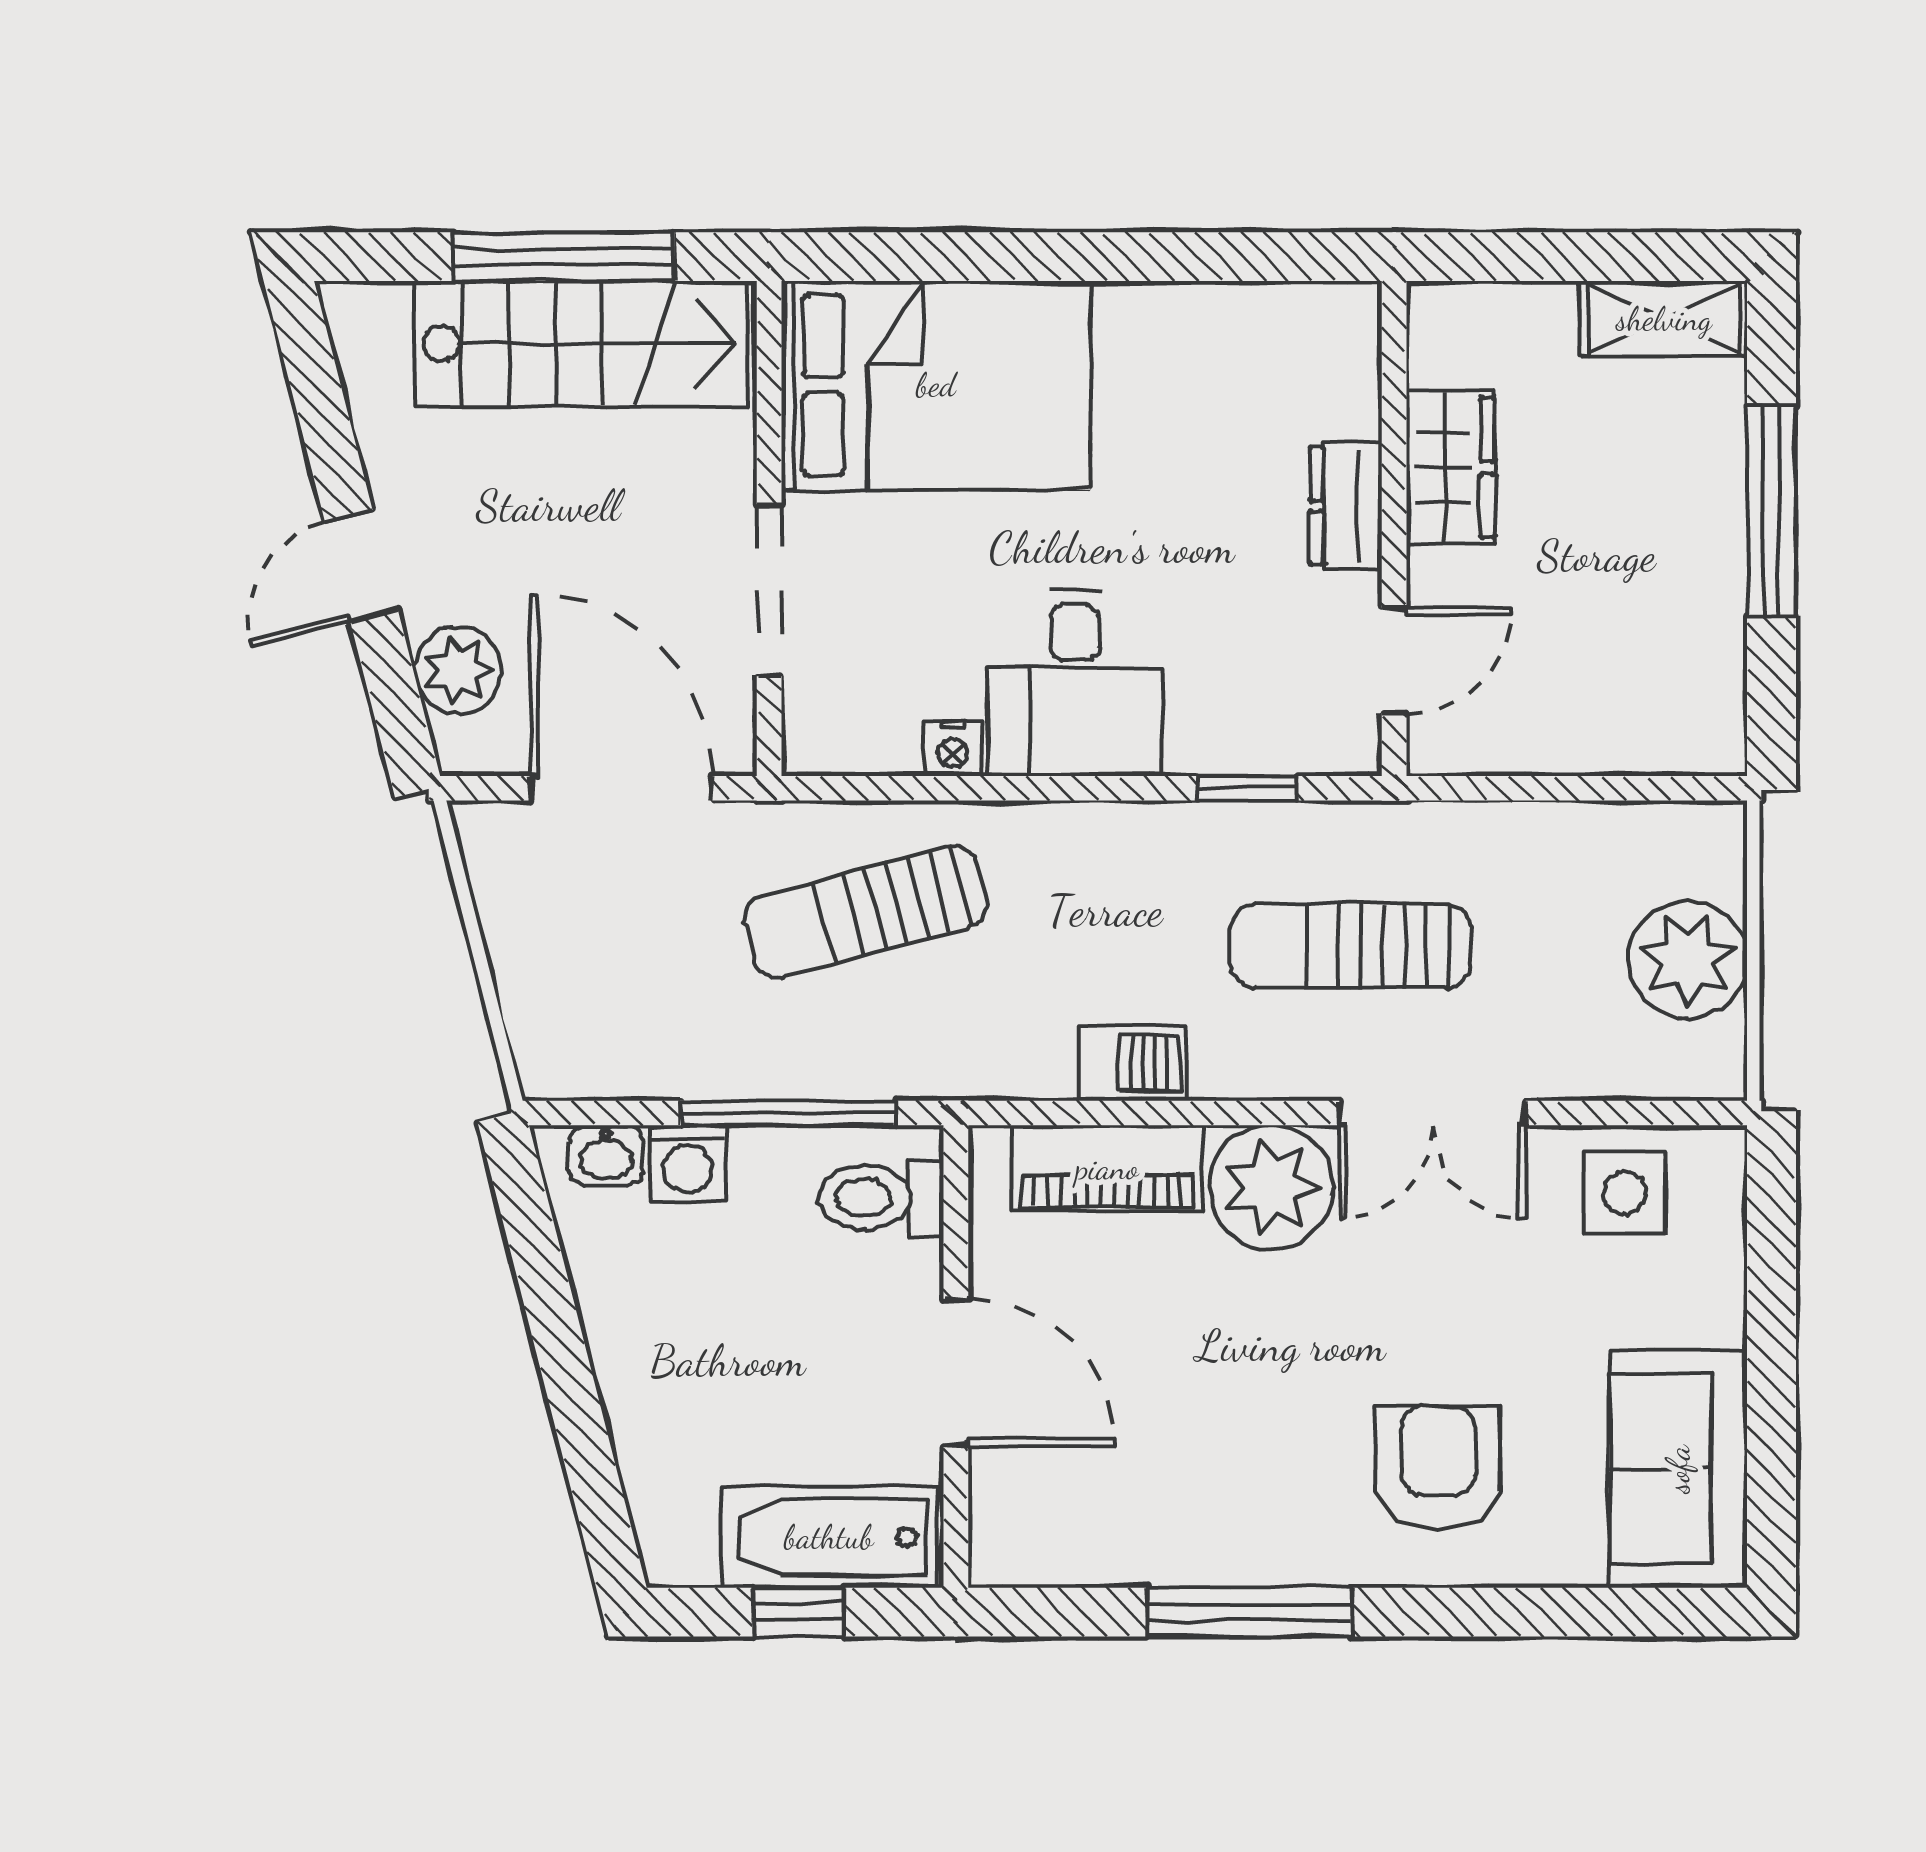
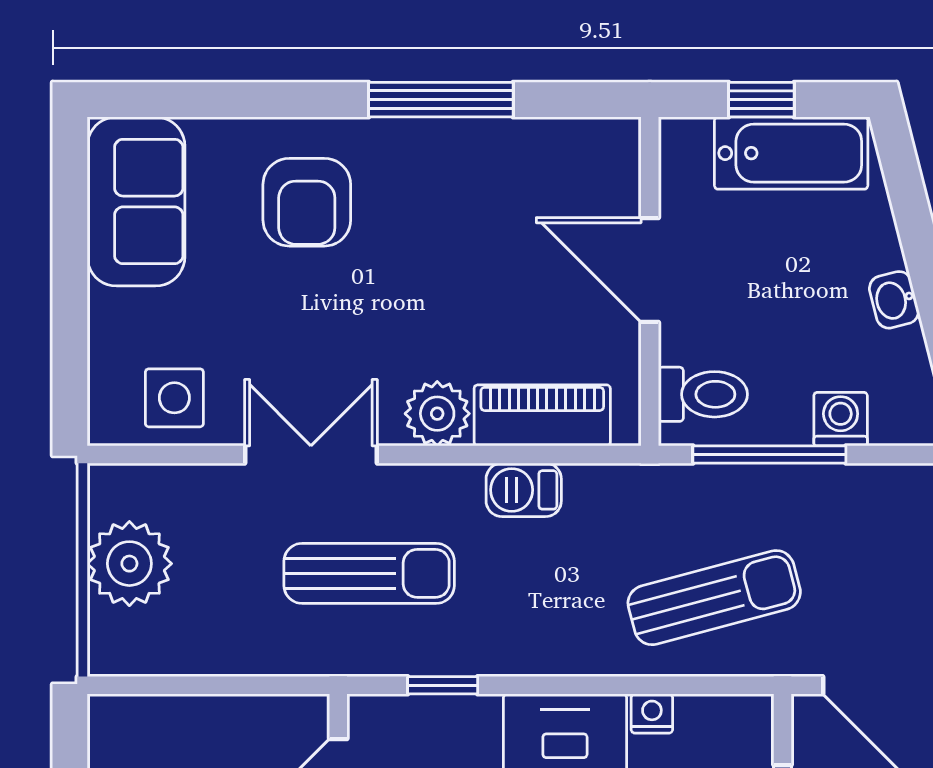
washbasin: (606, 1155) -> (894, 300), moved, turned -104
plant: (1271, 1187) -> (437, 414), width x0.73, depth x0.73
bathtub: (829, 1537) -> (791, 153), moved

